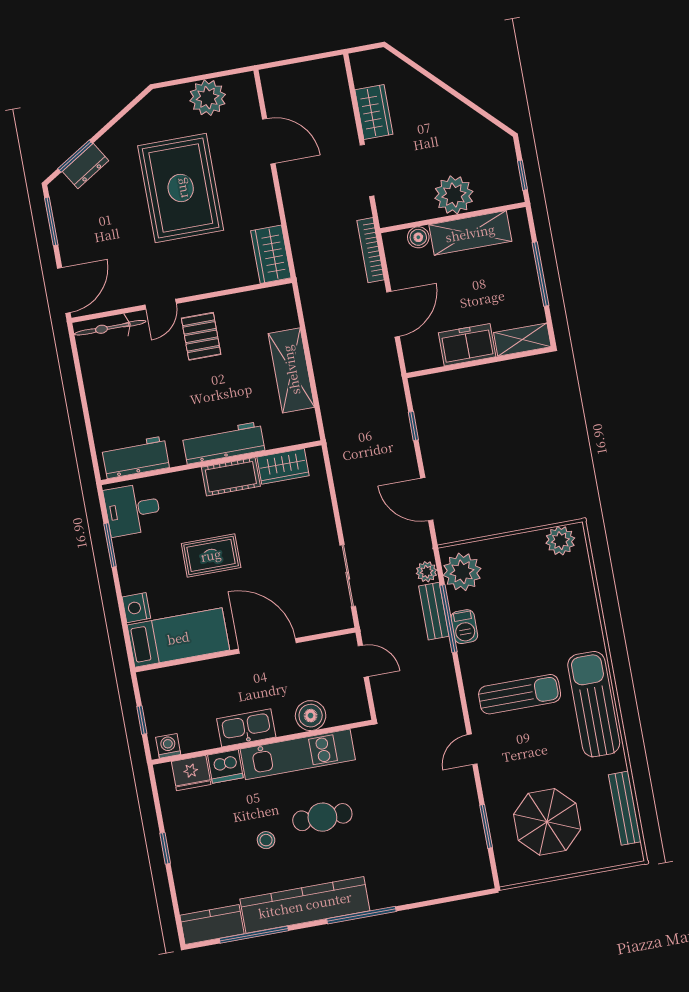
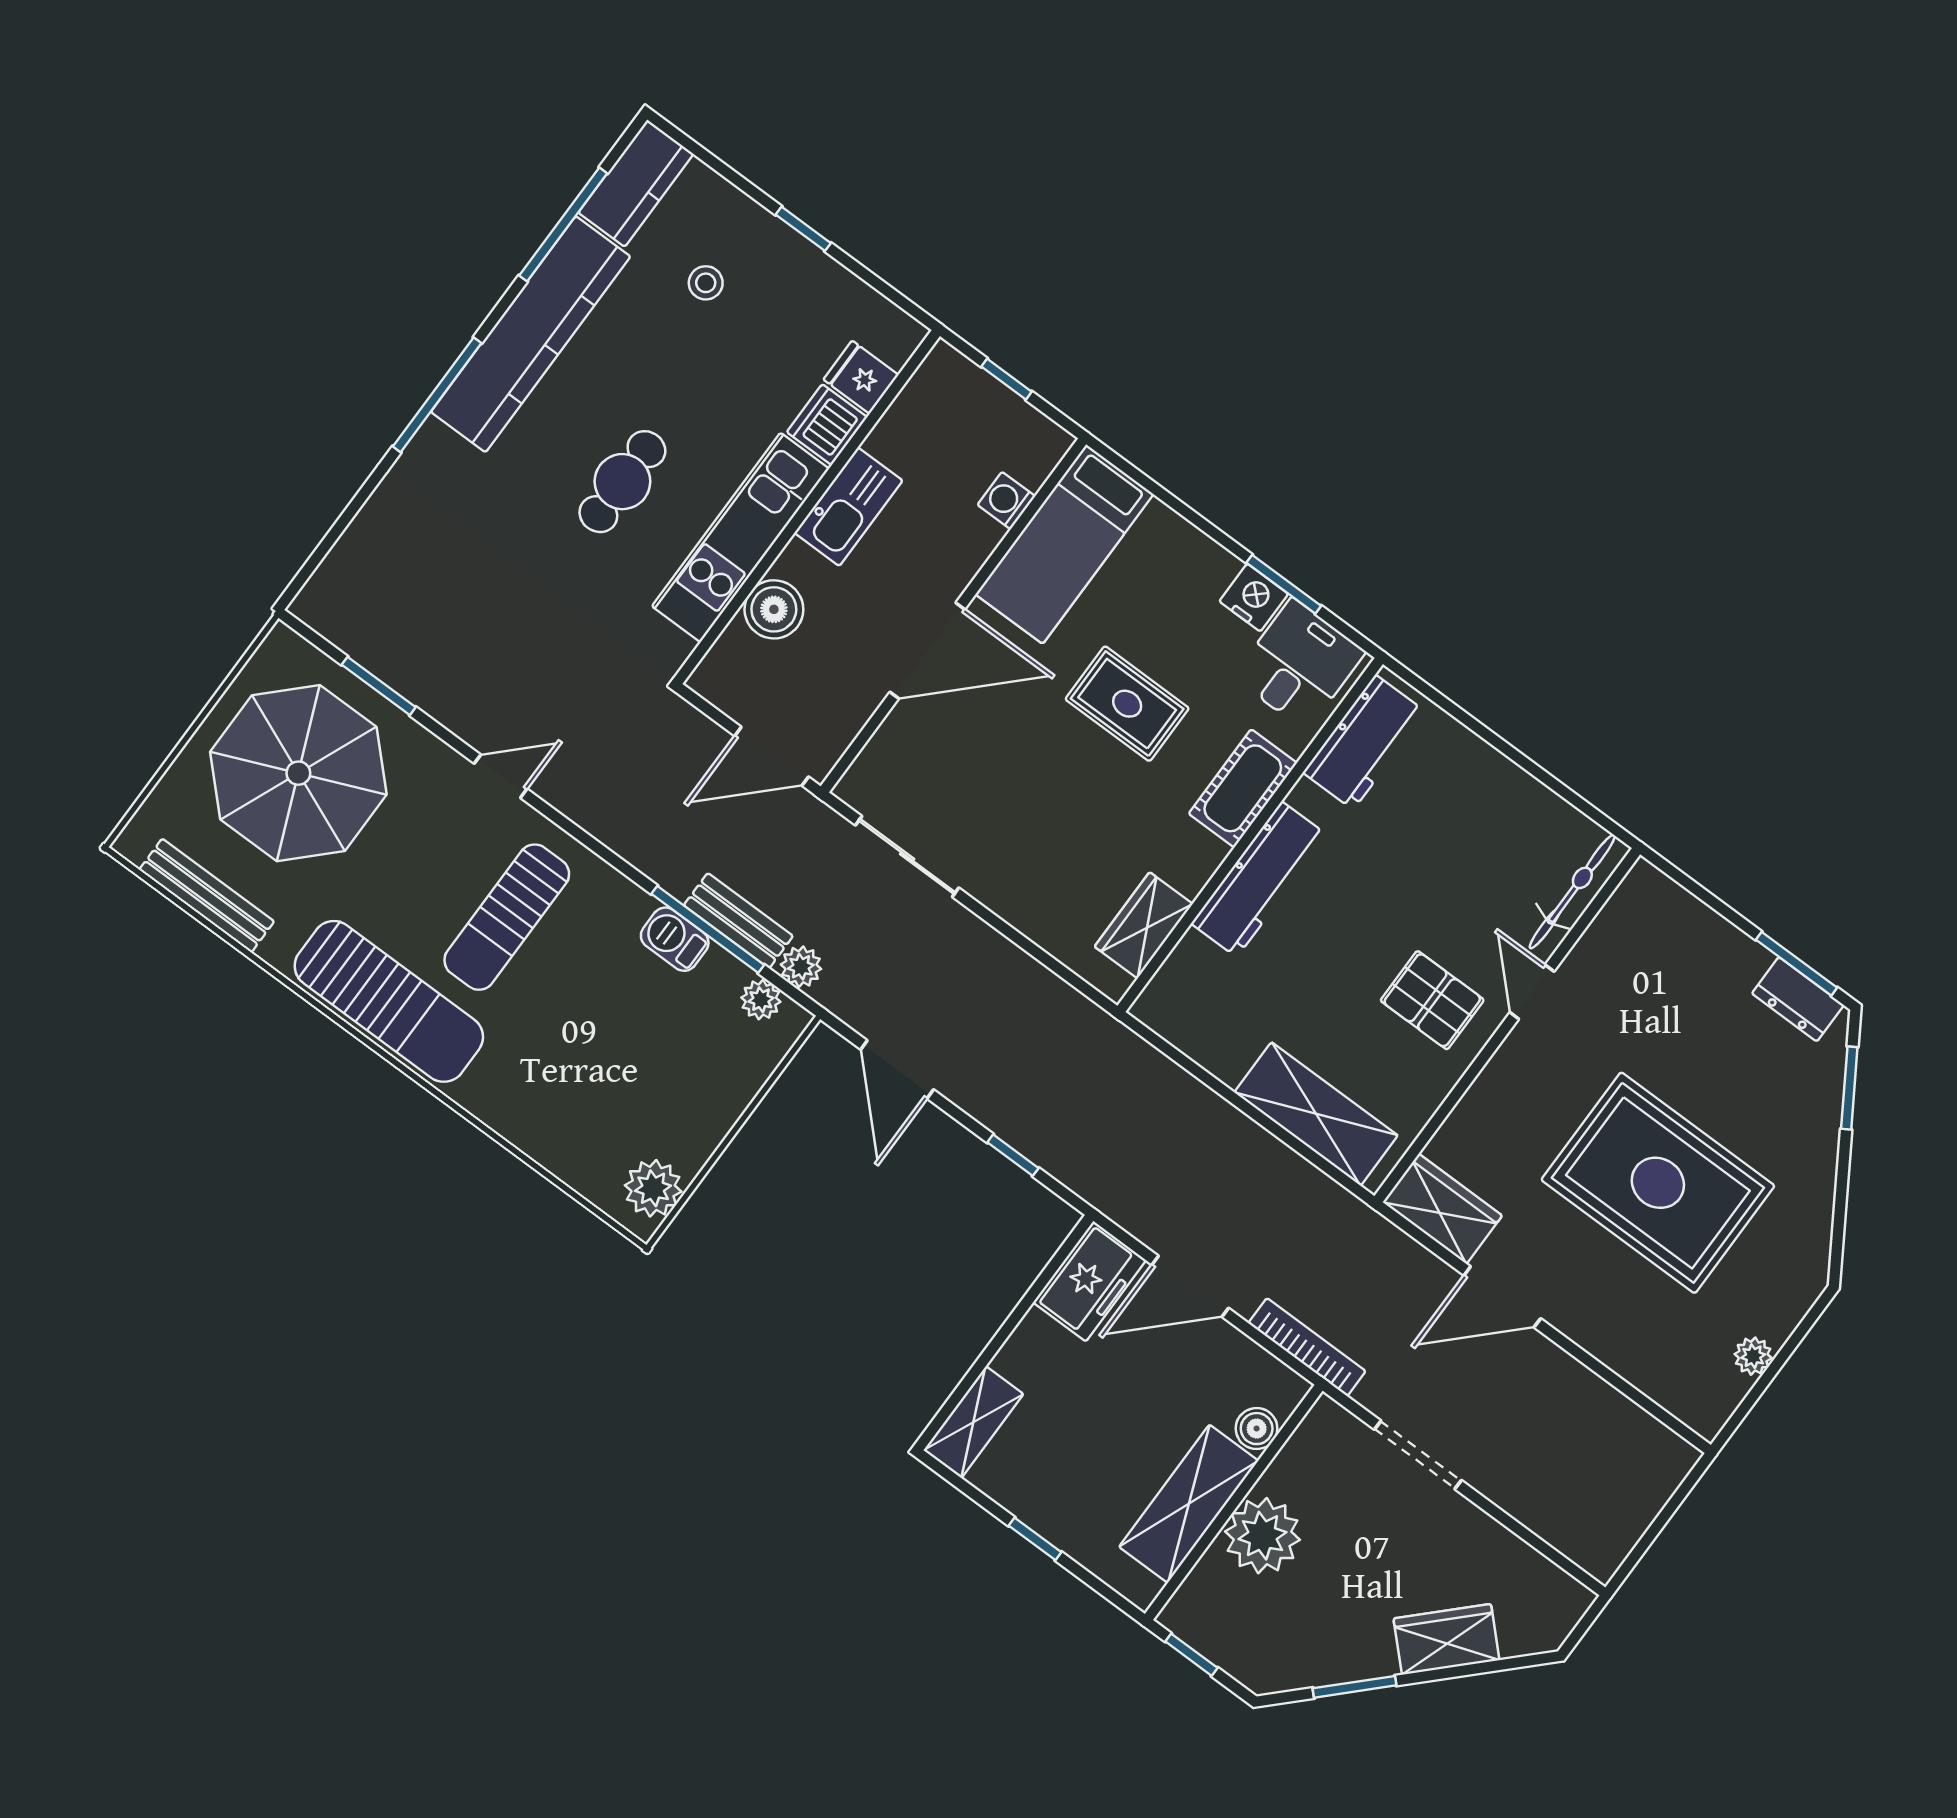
plant: (208, 98) -> (1753, 1356), width x0.53, depth x0.53
window: (473, 106) -> (1354, 1687), added
wardrobe: (374, 112) -> (1446, 1639), moved, turned 135
door: (269, 141) -> (1502, 1297), moved
dresser: (86, 166) -> (1798, 999), moved, turned -58
window: (541, 274) -> (1035, 1539), width x0.46
door: (64, 290) -> (1687, 883), removed
door: (393, 314) -> (1190, 1286), hinge flipped
freezer: (467, 345) -> (1090, 1281), moved
shelving: (291, 370) -> (1316, 1114), moved
cot: (231, 477) -> (1243, 788), moved
door: (427, 499) -> (897, 1070), swing flipped
rug: (211, 555) -> (1127, 704), turned 90
plant: (462, 572) -> (761, 1000), width x0.53, depth x0.53
nightstand: (136, 608) -> (1254, 598), moved
door: (363, 661) -> (772, 756), width x1.38
washing machine: (168, 746) -> (1006, 501), moved, turned 180
door: (472, 749) -> (501, 776), hinge flipped
fridge: (191, 773) -> (861, 377), width x0.72
parasol: (547, 822) -> (298, 773), width x1.36, depth x1.36
stool: (266, 840) -> (706, 283), moved

